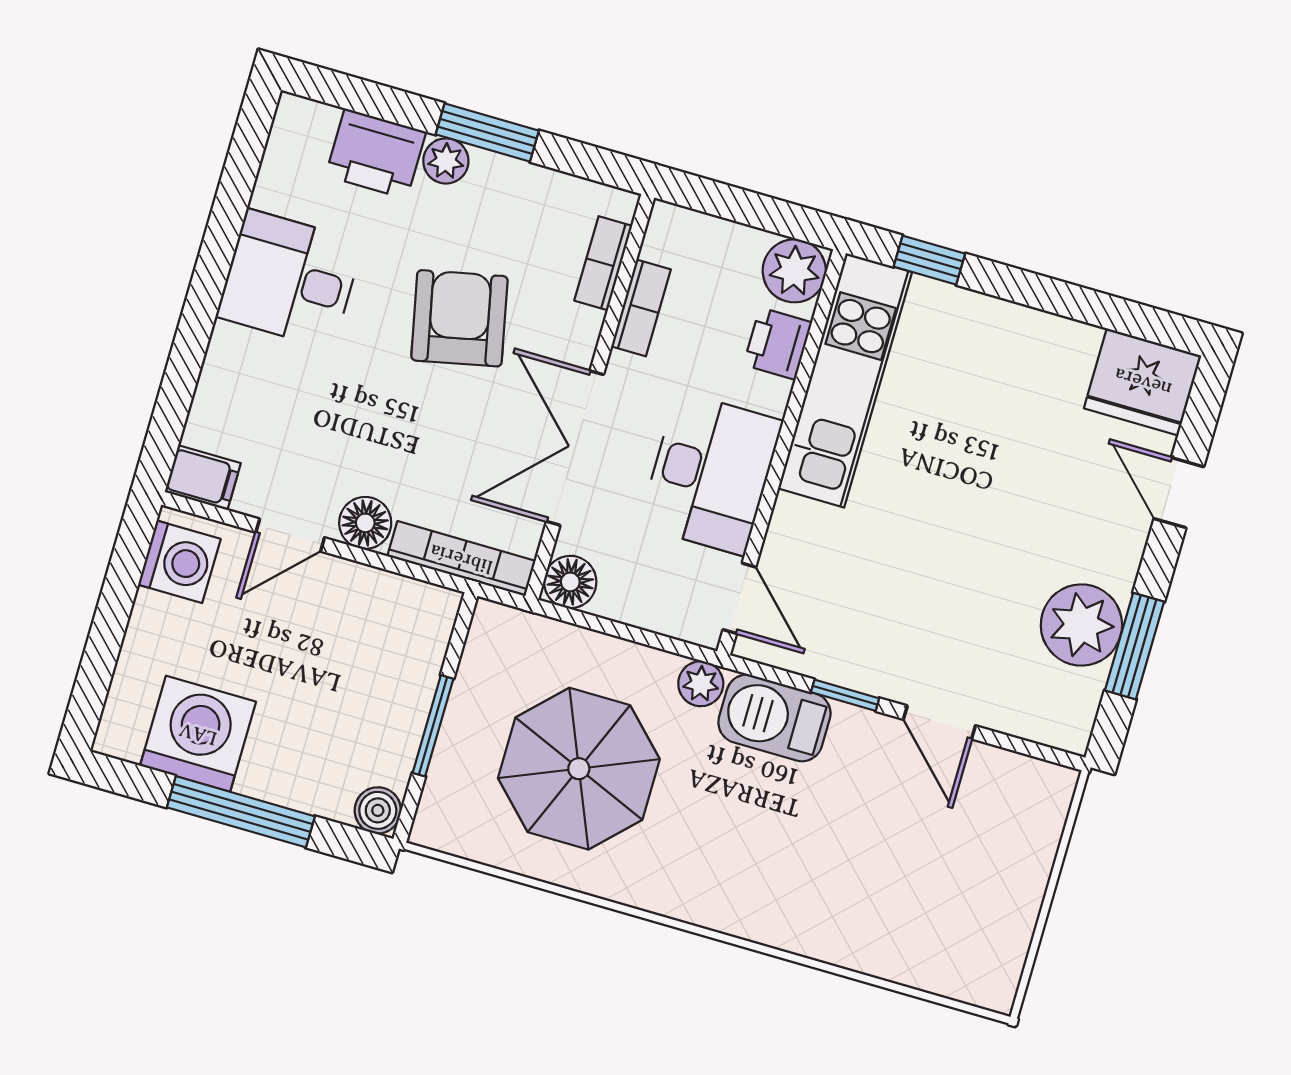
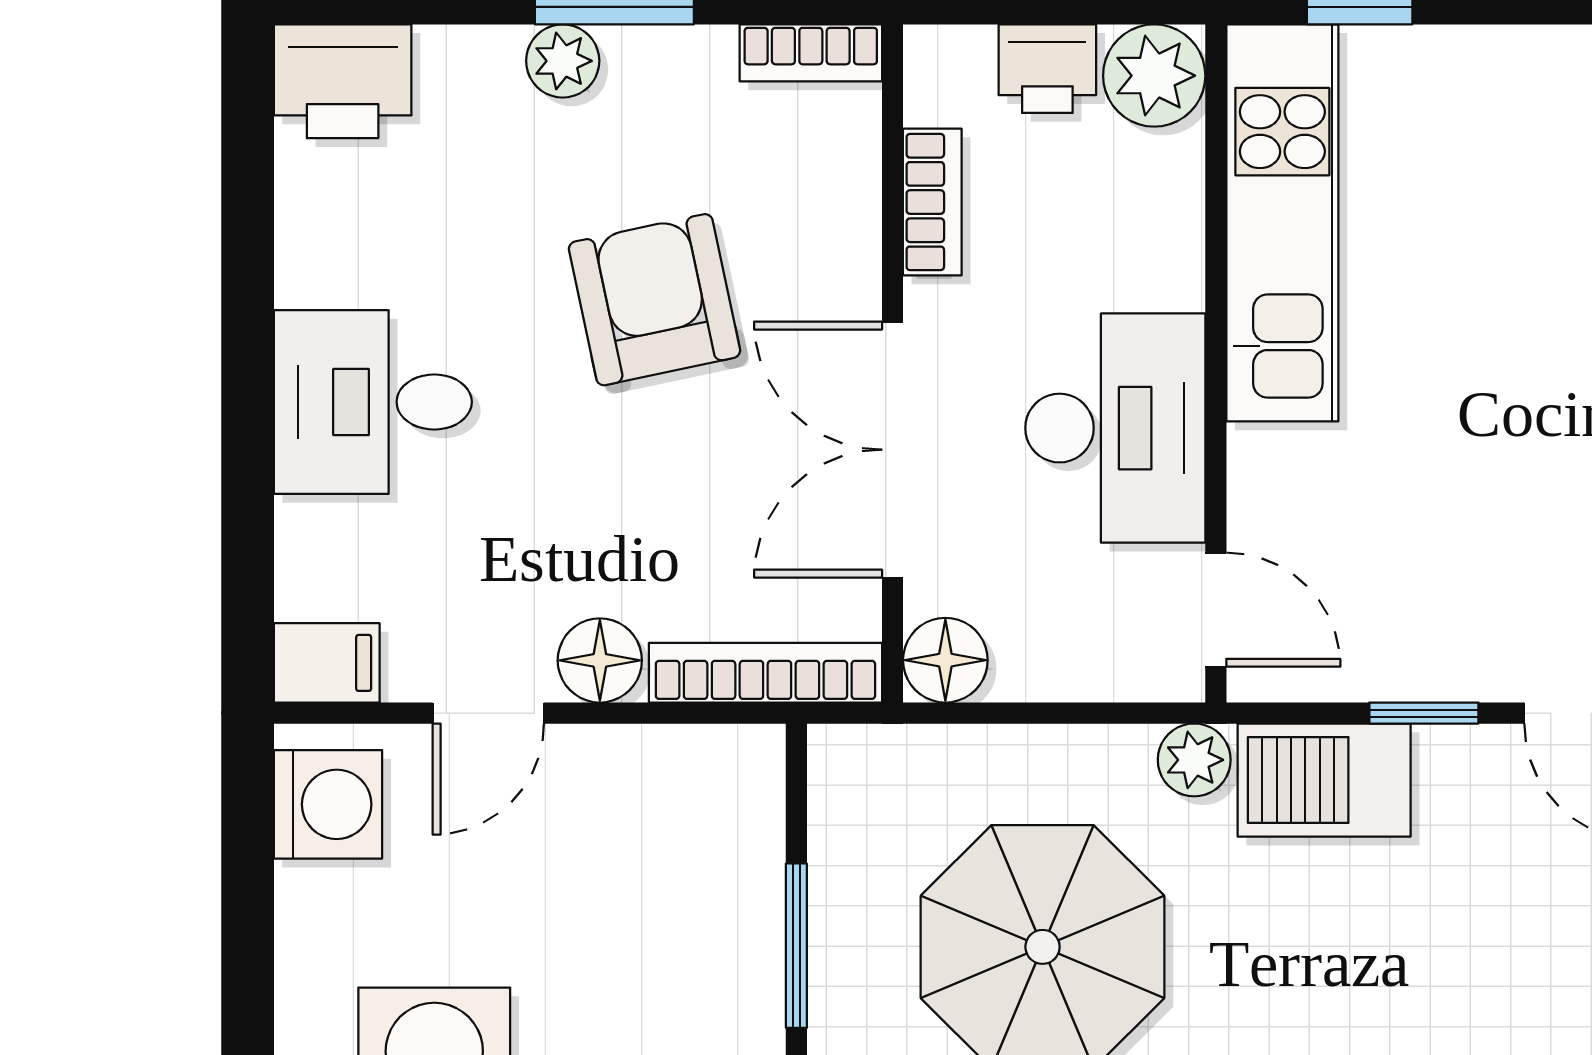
printer: (376, 154) -> (343, 81), moved
bookcase: (603, 263) -> (811, 53), moved, turned -90
desk: (290, 279) -> (373, 402), moved
printer: (778, 344) -> (1047, 69), moved, turned -90

